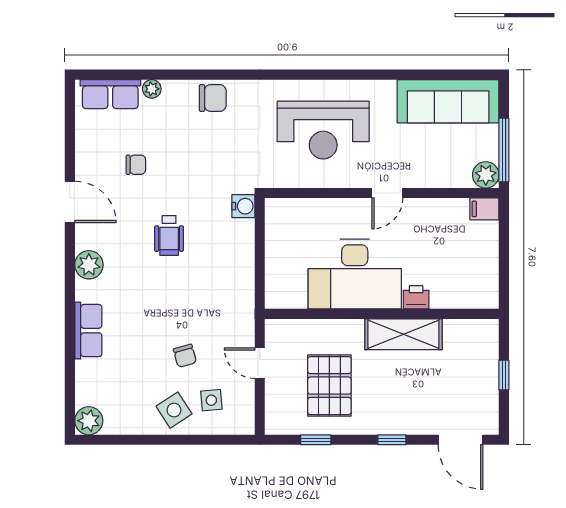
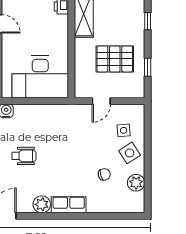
desk: (355, 274) -> (40, 77), moved, turned 90
row of seats: (88, 331) -> (69, 205), moved
chair: (185, 356) -> (104, 174), moved
plant: (89, 421) -> (136, 183), moved

